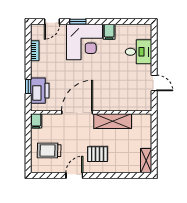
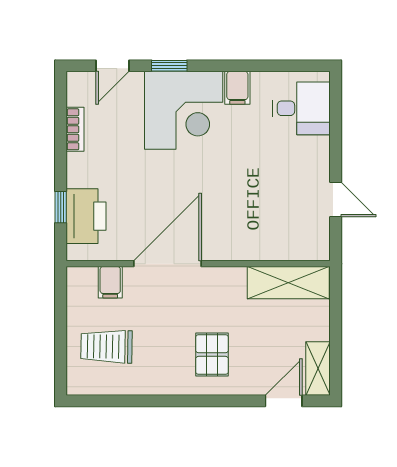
desk: (139, 52) -> (301, 108), moved
filing cabinet: (36, 121) -> (110, 282), moved
shelving: (113, 121) -> (288, 283), moved
pallet: (98, 154) -> (212, 355), turned 90
door: (74, 175) -> (284, 401), moved

